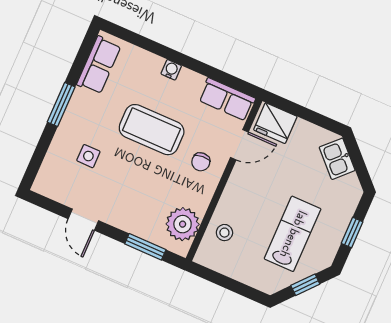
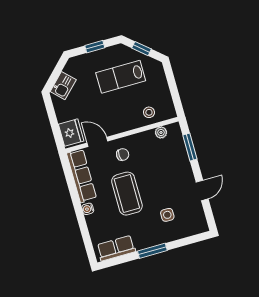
row of seats: (227, 99) -> (82, 176), width x1.48
plant: (183, 224) -> (161, 132), width x0.53, depth x0.53

